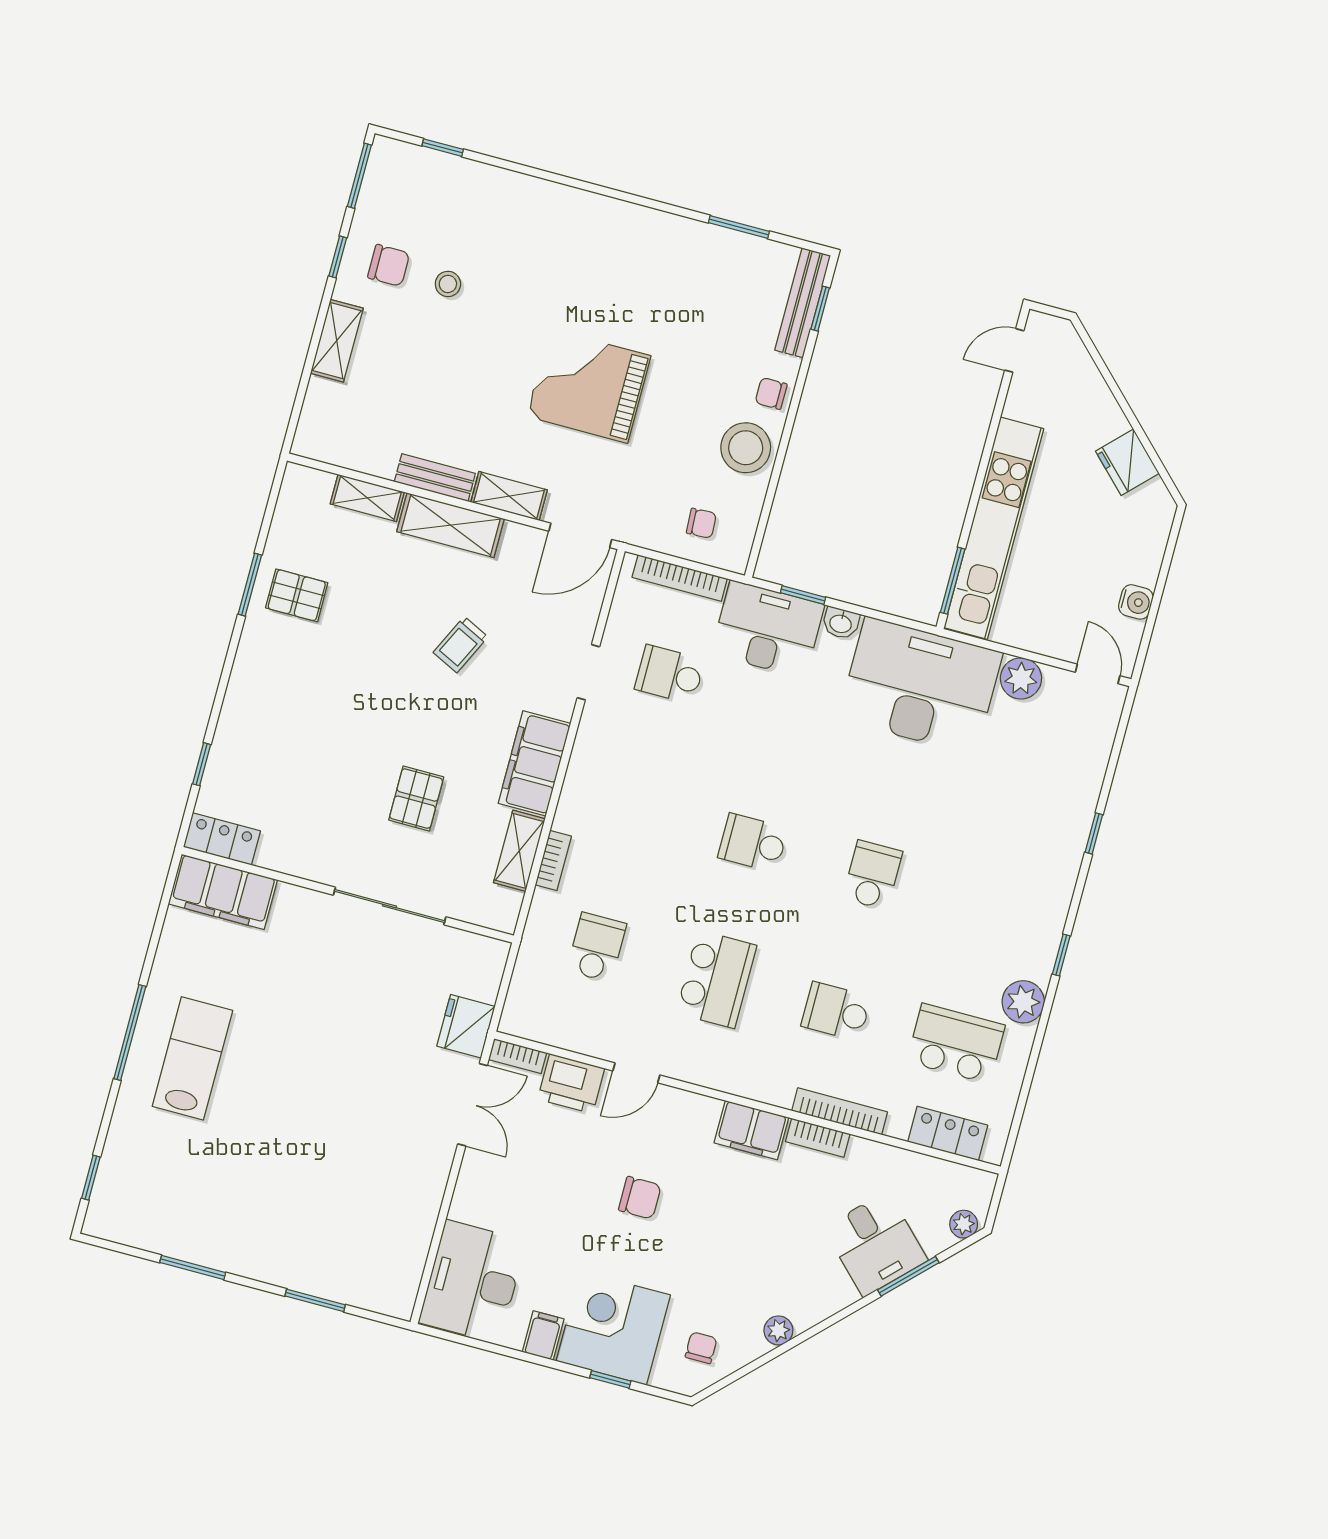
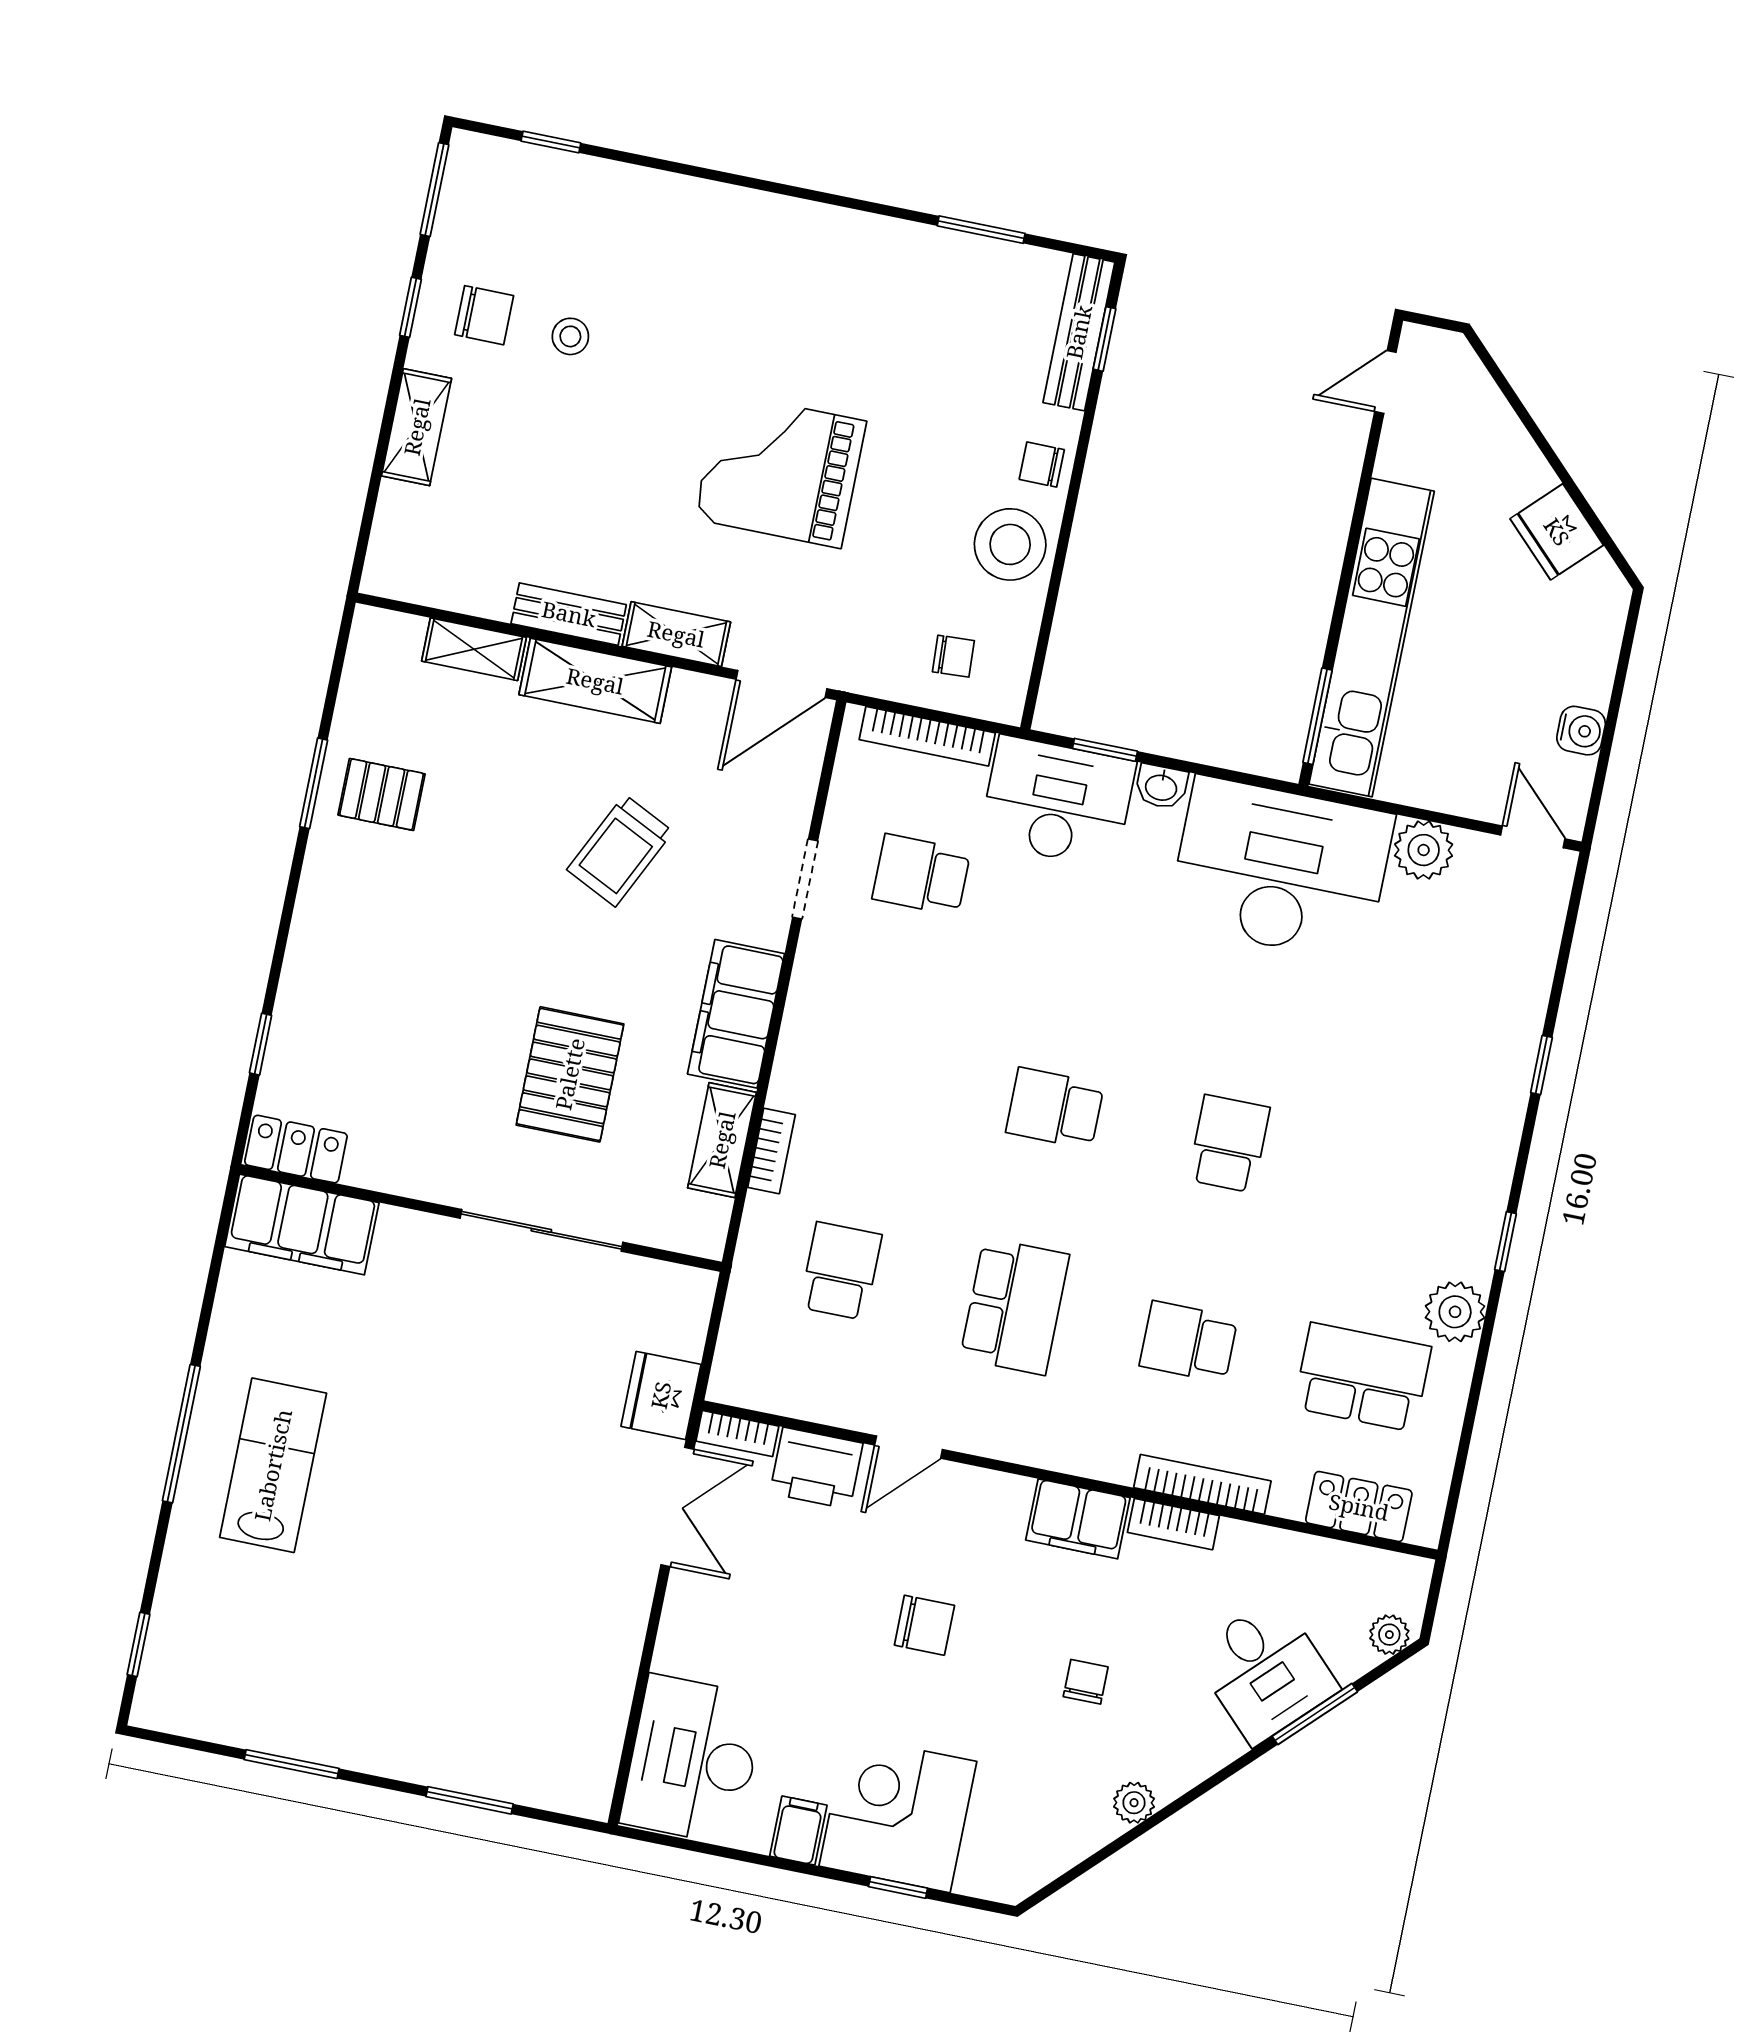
trolley: (461, 645) -> (620, 851), width x1.36, depth x1.39
pallet: (416, 799) -> (570, 1074), width x1.50, depth x1.42
chair: (701, 1348) -> (1086, 1682), moved

